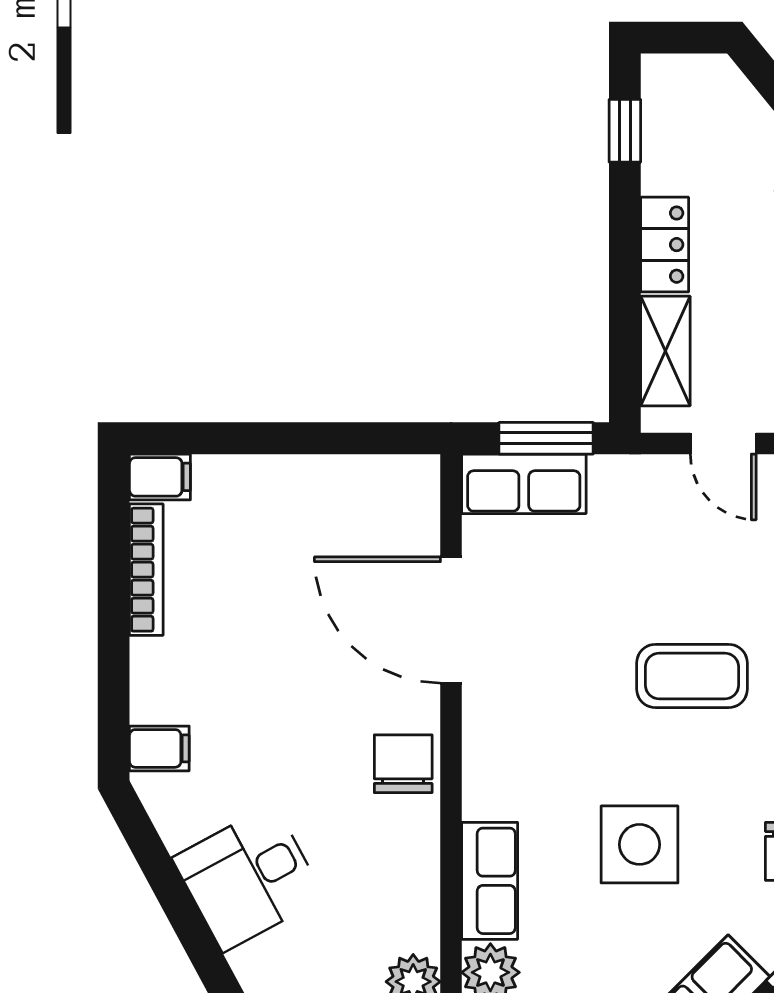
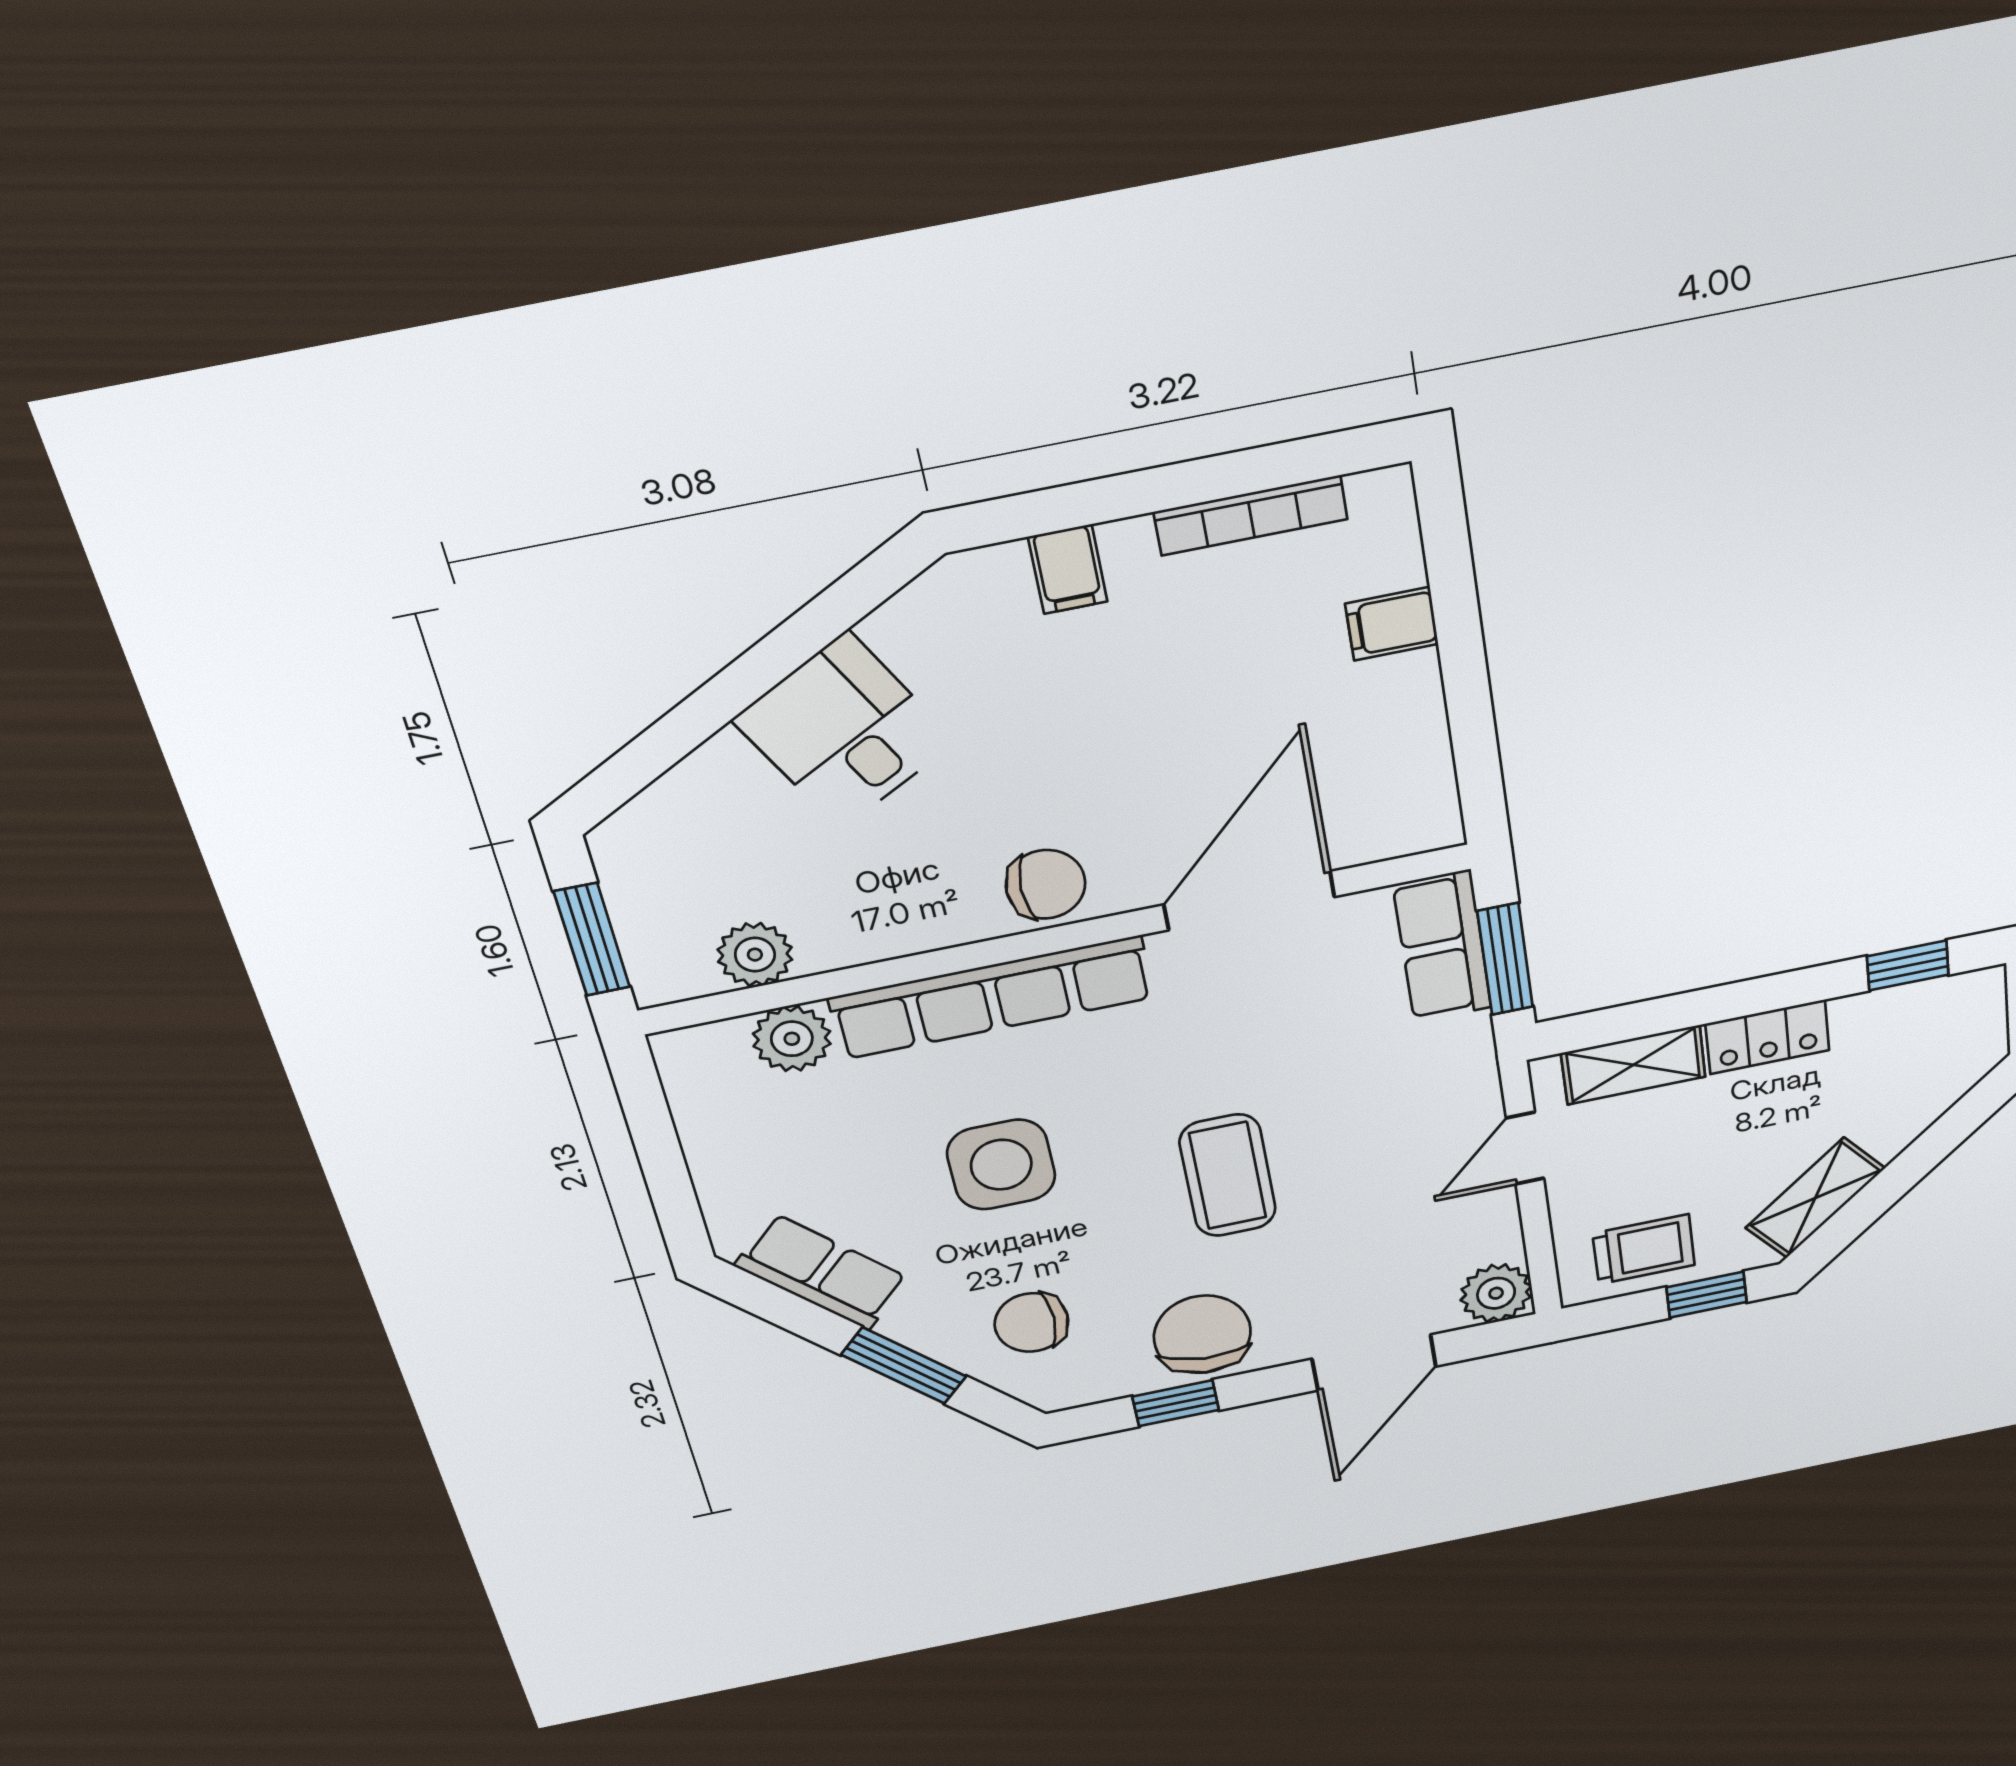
filing cabinet: (160, 477) -> (1392, 624), moved, turned 90
filing cabinet: (159, 748) -> (1068, 569), moved
row of seats: (490, 881) -> (992, 997), width x2.02

